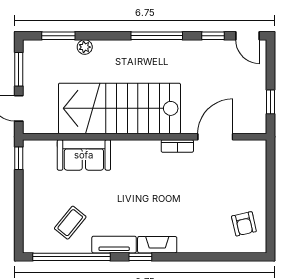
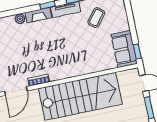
sofa: (84, 155) -> (124, 49), moved, turned -90
plant: (186, 245) -> (20, 19), added

